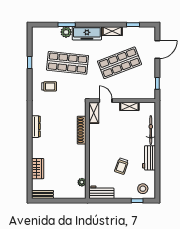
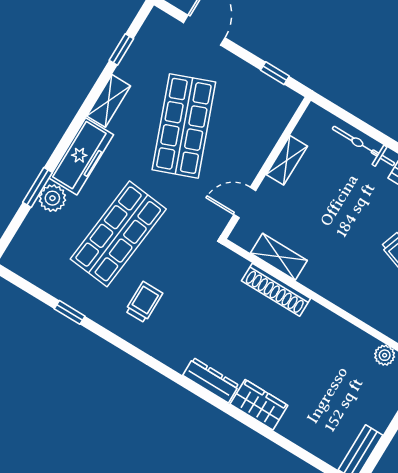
shelving: (94, 113) -> (279, 257), moved
wardrobe: (38, 169) -> (259, 405), moved

